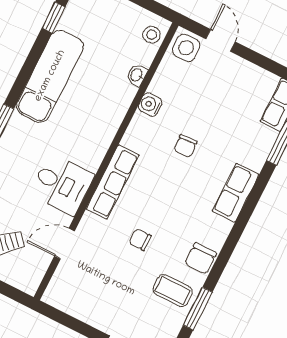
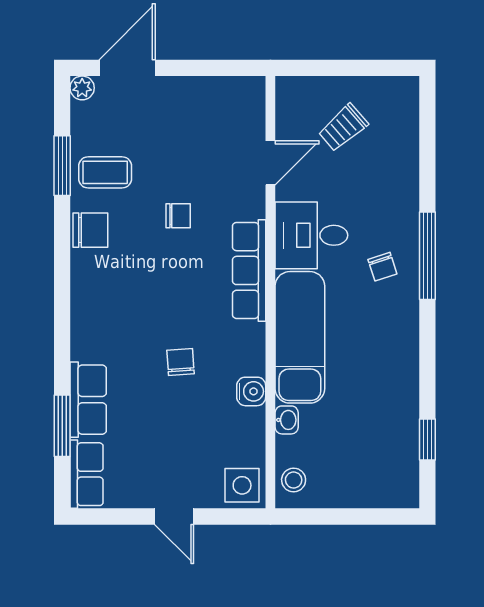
door: (221, 40) -> (174, 517), moved
exam couch: (50, 76) -> (300, 337), moved, turned 180
chair: (27, 142) -> (382, 267), added
row of seats: (236, 193) -> (88, 400), moved
chair: (201, 259) -> (90, 230), turned 90

